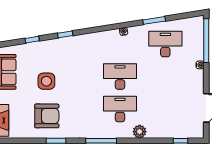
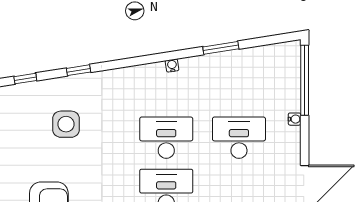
desk: (165, 44) -> (239, 138), moved
side table: (46, 81) -> (66, 124), moved

